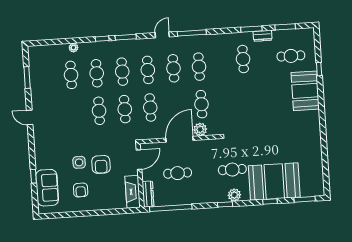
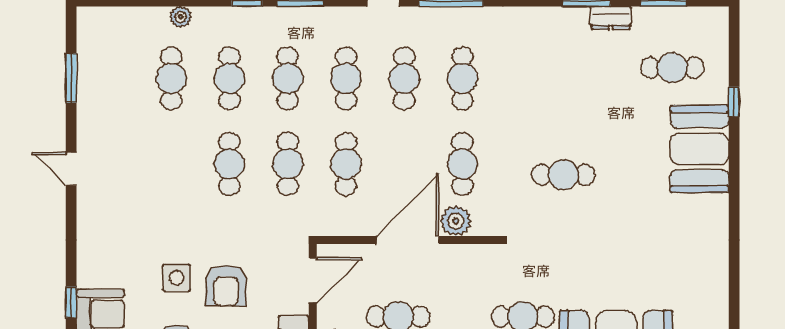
cafe table: (243, 59) -> (563, 175), moved, turned 90

